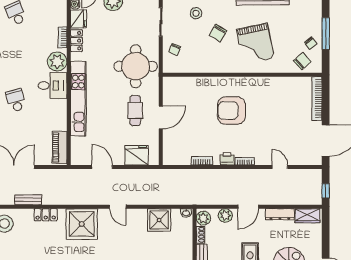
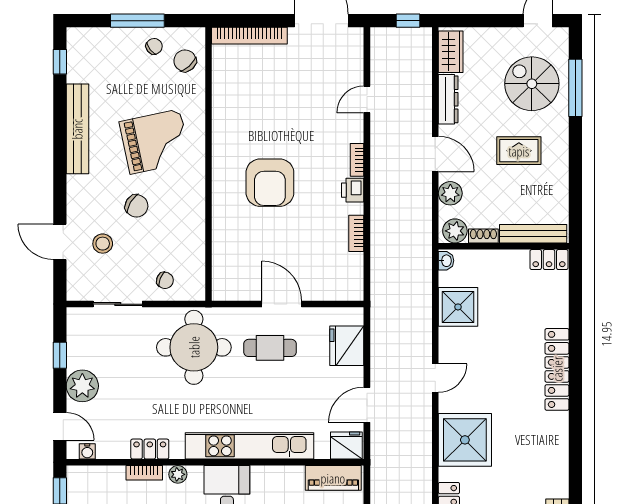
fridge: (78, 19) -> (346, 446), moved
plant: (57, 62) -> (178, 474), width x0.53, depth x0.53

